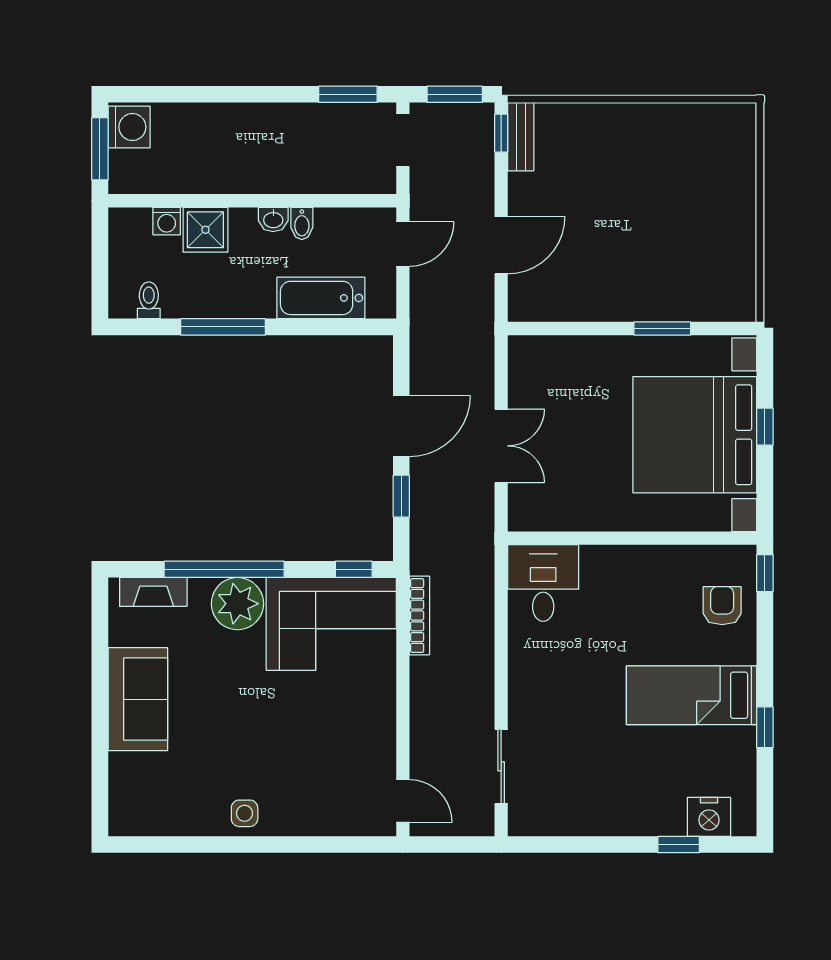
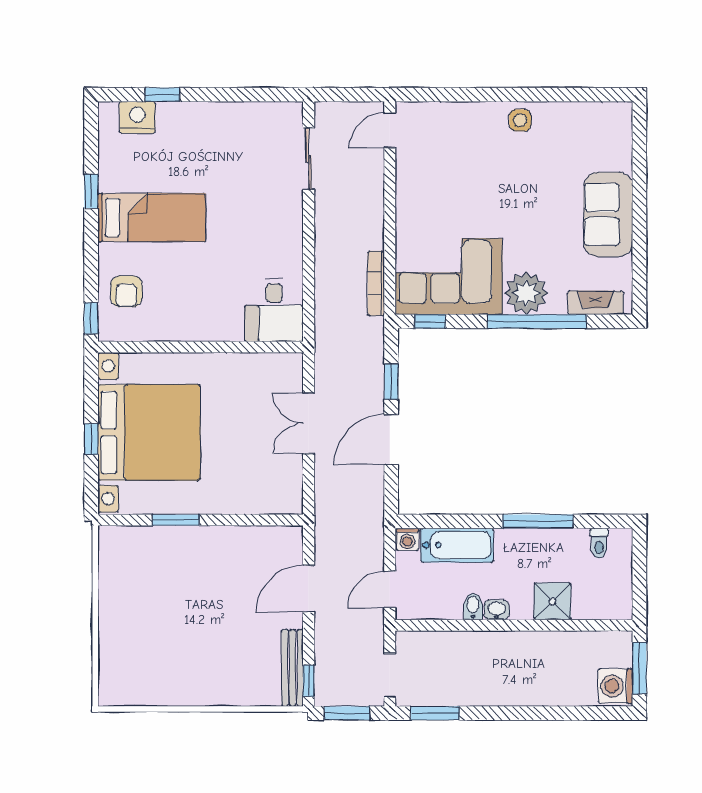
bench: (521, 137) -> (292, 668), width x1.36
washing machine: (167, 221) -> (407, 539), moved, turned 180
door: (403, 801) -> (390, 130), hinge flipped

